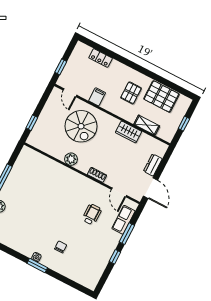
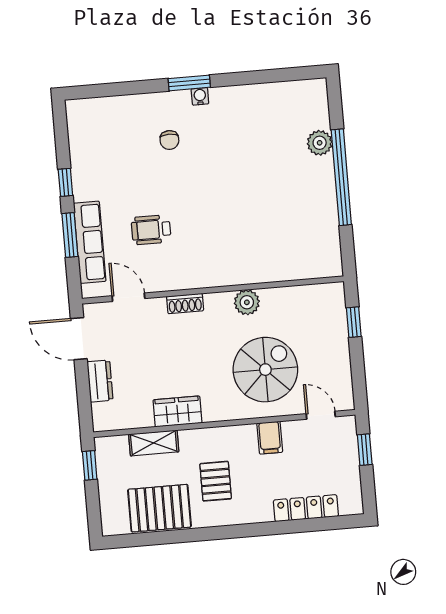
locker: (101, 58) -> (306, 508), width x1.53
window: (184, 124) -> (90, 465), moved
spiral stairs: (81, 126) -> (265, 370), turned 90
wheelchair: (92, 214) -> (151, 230), turned 90
row of seats: (124, 220) -> (90, 242), width x1.48

